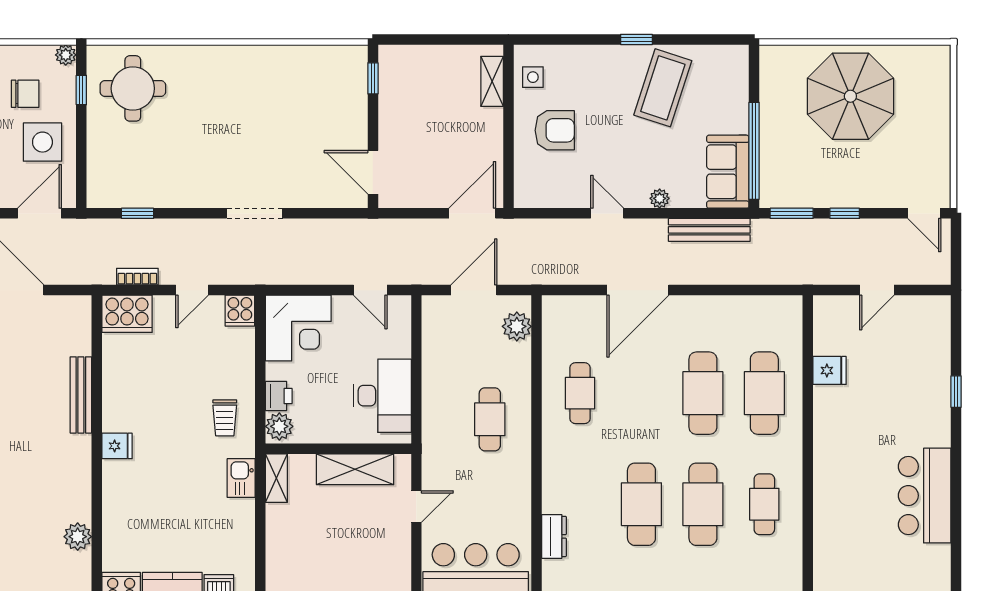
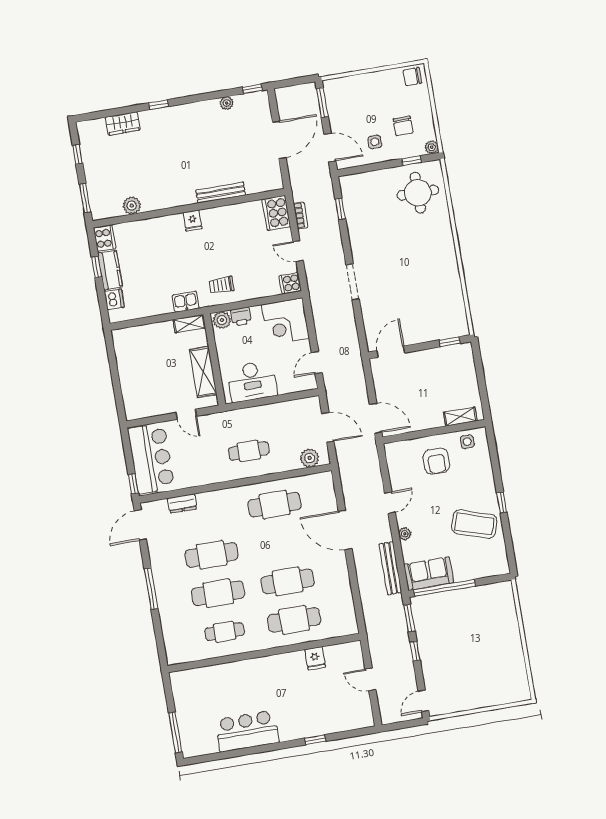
parasol: (850, 96) -> (489, 642), removed
side table: (42, 142) -> (375, 142), width x0.54, depth x0.54
cafe table: (580, 393) -> (275, 505), width x1.37, depth x1.35

